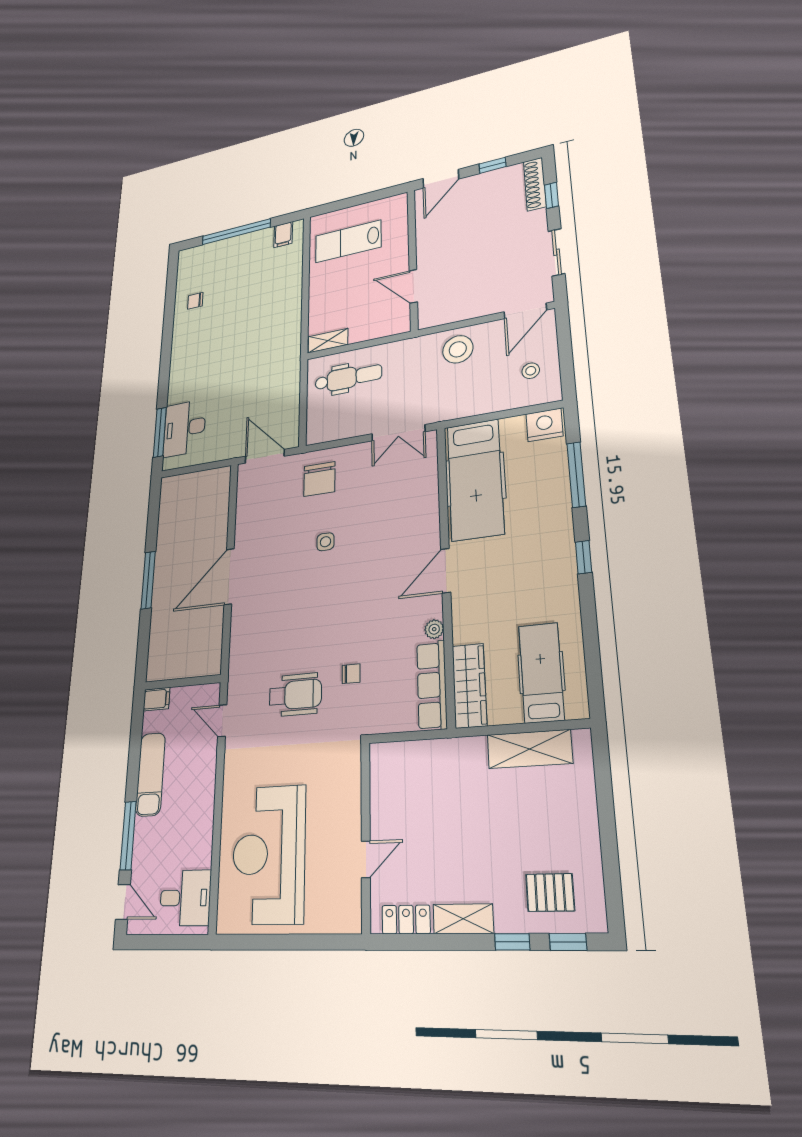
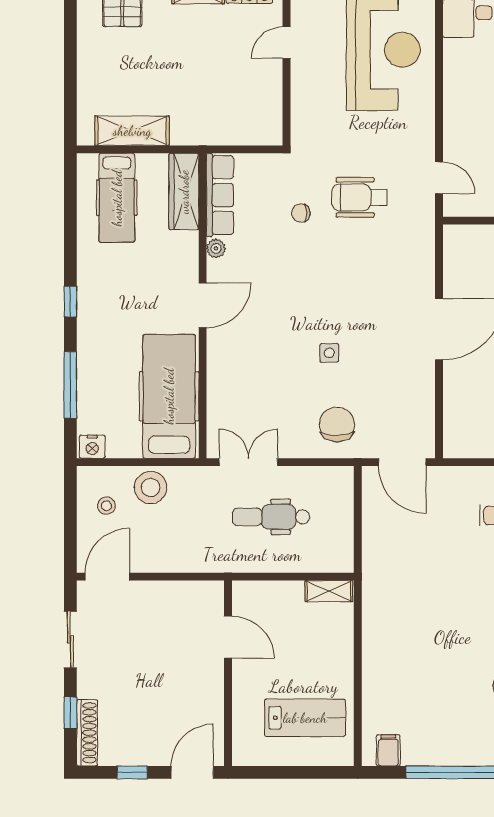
stool: (458, 349) -> (151, 487), moved
dental chair: (348, 378) -> (271, 517), moved
nightstand: (544, 425) -> (92, 447), width x0.74, depth x0.75

